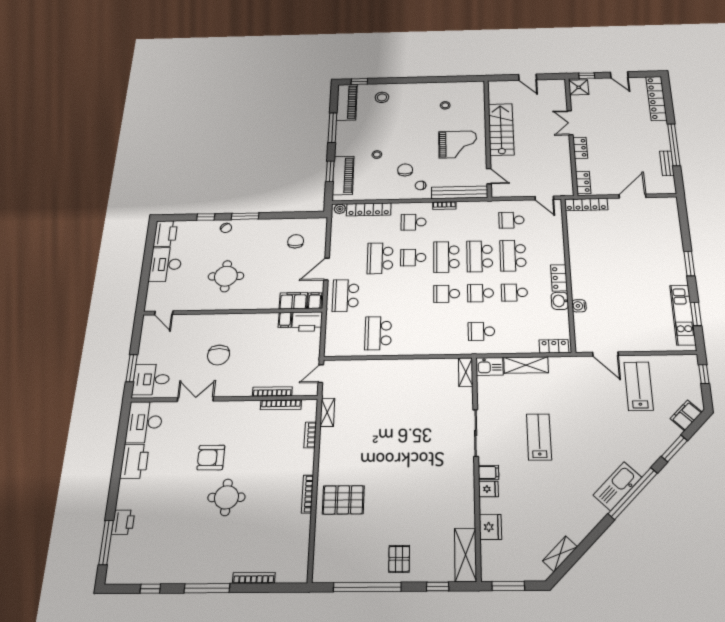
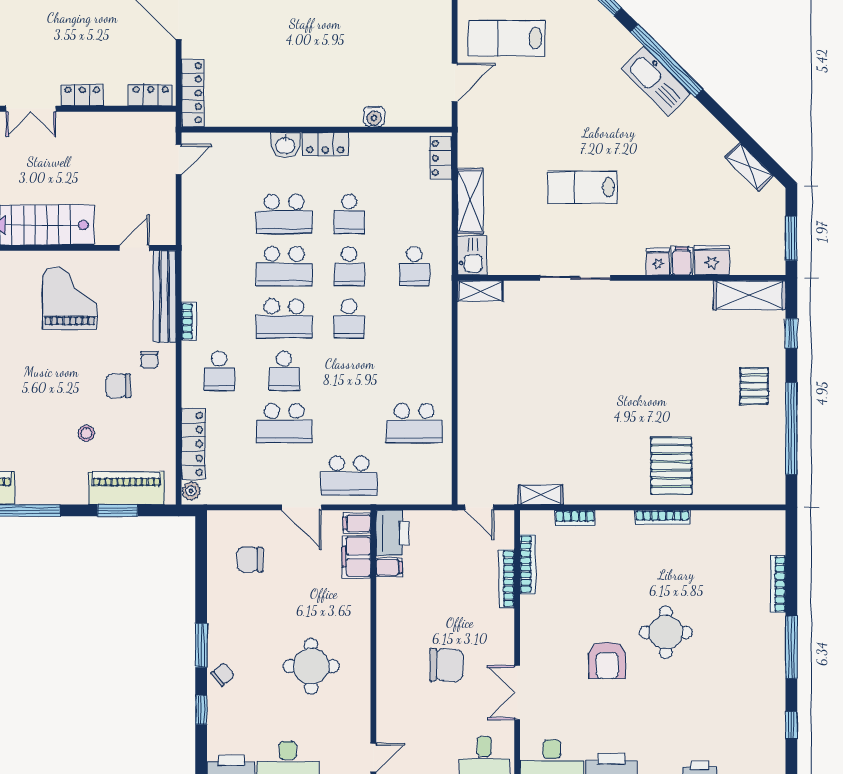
school desk: (511, 220) -> (219, 214), removed
washbasin: (560, 301) -> (285, 145), moved
filing cabinet: (488, 472) -> (682, 261), moved
pallet: (399, 559) -> (754, 386), turned 90

